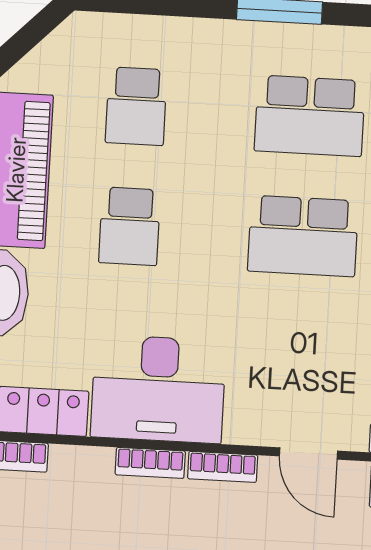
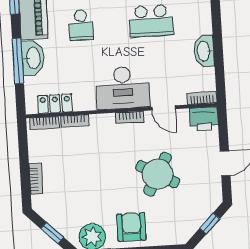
desk: (158, 389) -> (123, 88), moved
bookcase: (150, 463) -> (74, 121), moved

